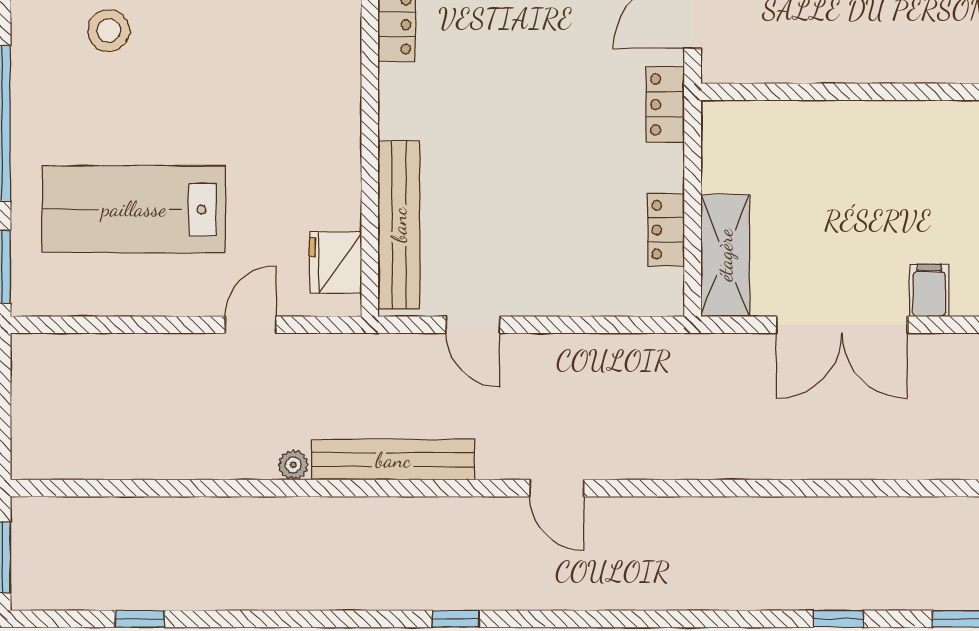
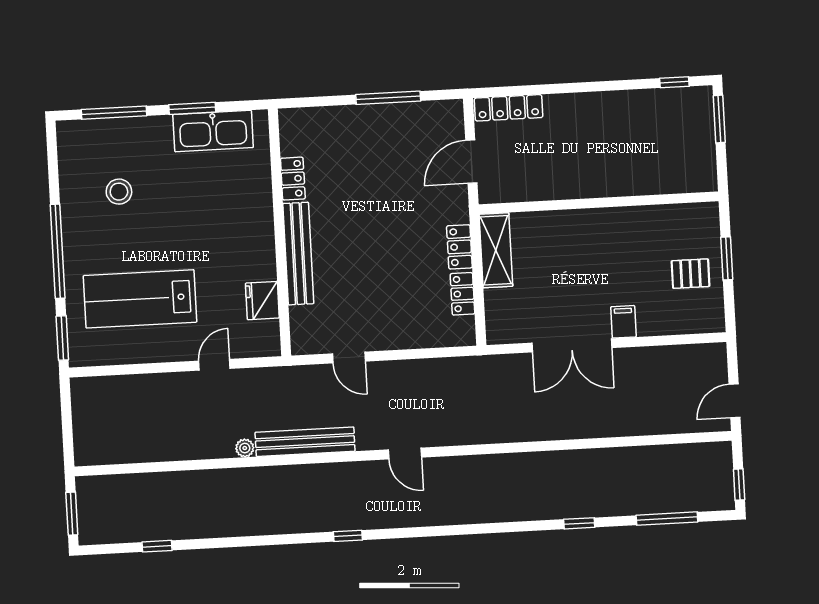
locker: (665, 104) -> (459, 247), moved
bench: (399, 225) -> (298, 254), moved
shelving: (725, 255) -> (496, 250), moved
fridge: (335, 263) -> (262, 301), moved

